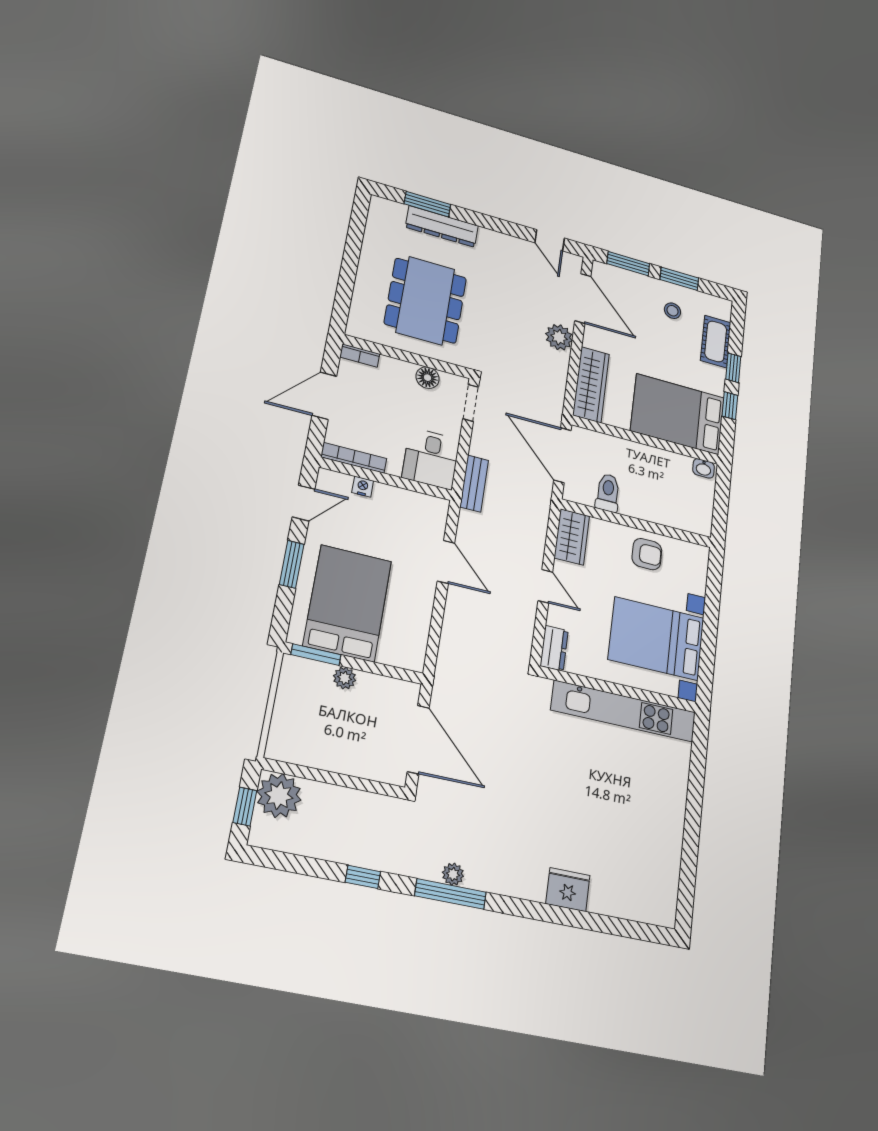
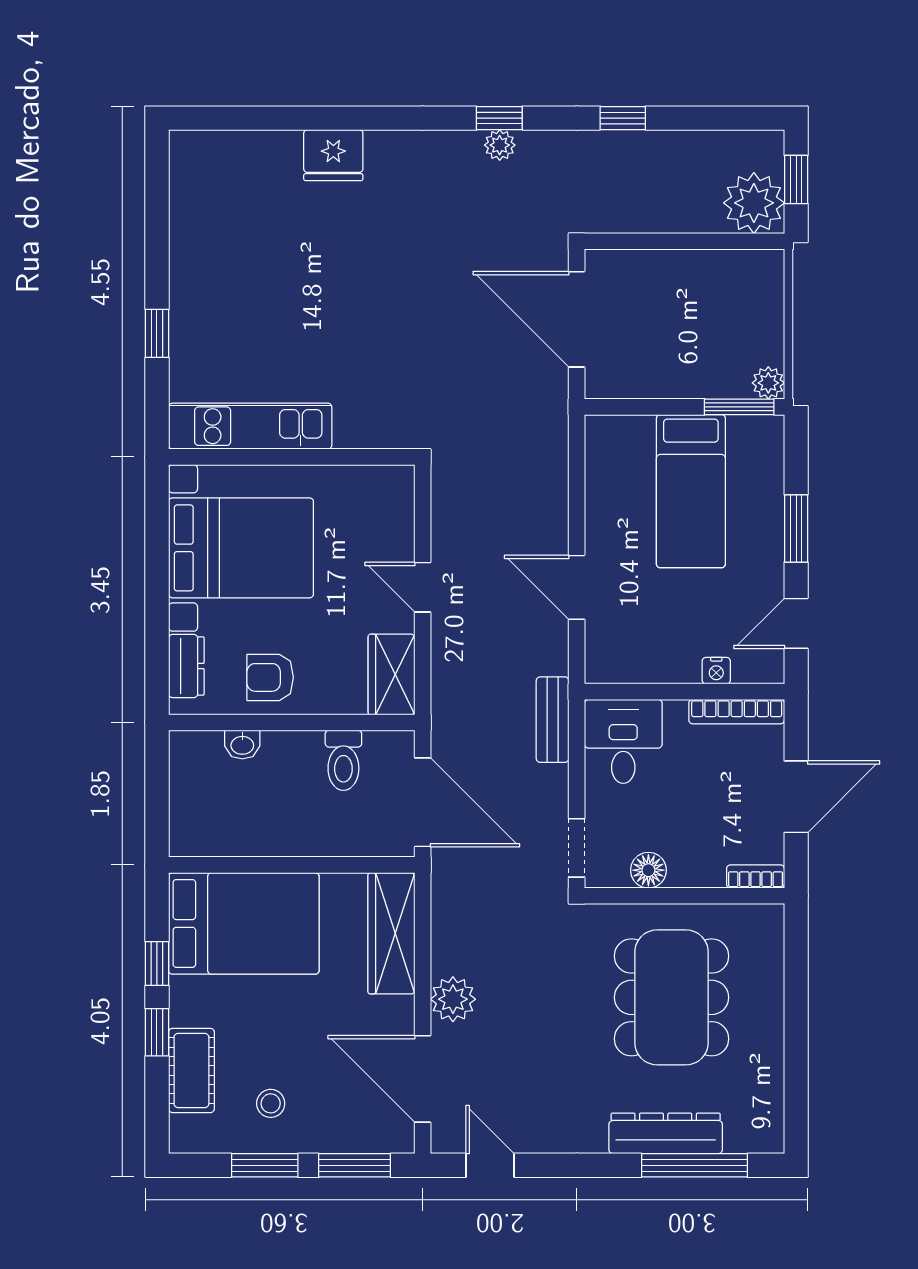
window: (427, 204) -> (694, 1165), width x1.44
washbasin: (704, 468) -> (242, 745), moved, turned 180
bed: (348, 603) -> (691, 491), width x0.67
dresser: (554, 648) -> (186, 666), moved, turned 180
plant: (345, 678) -> (768, 383), moved
kitchen unit: (624, 711) -> (250, 426), width x0.73
window: (695, 790) -> (157, 333), added
window: (450, 894) -> (499, 118), width x0.46

